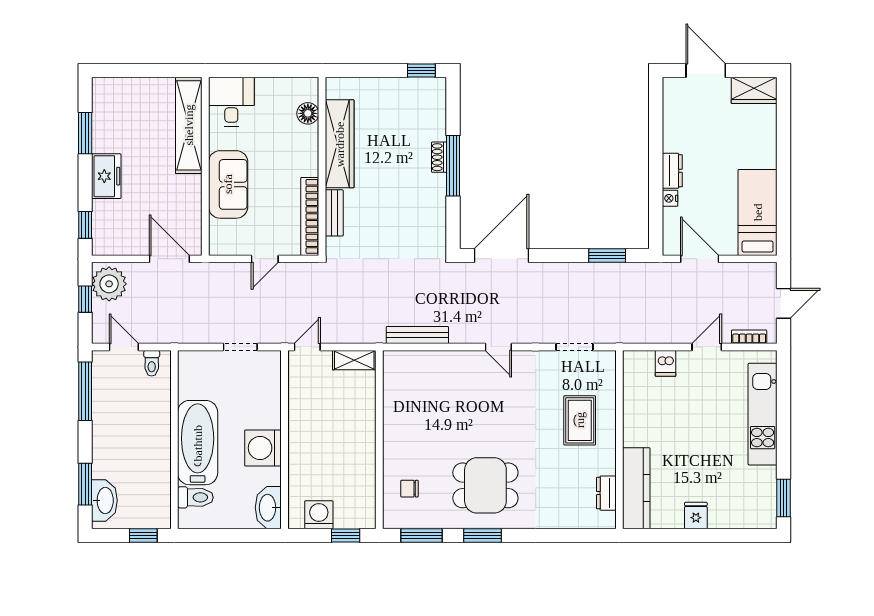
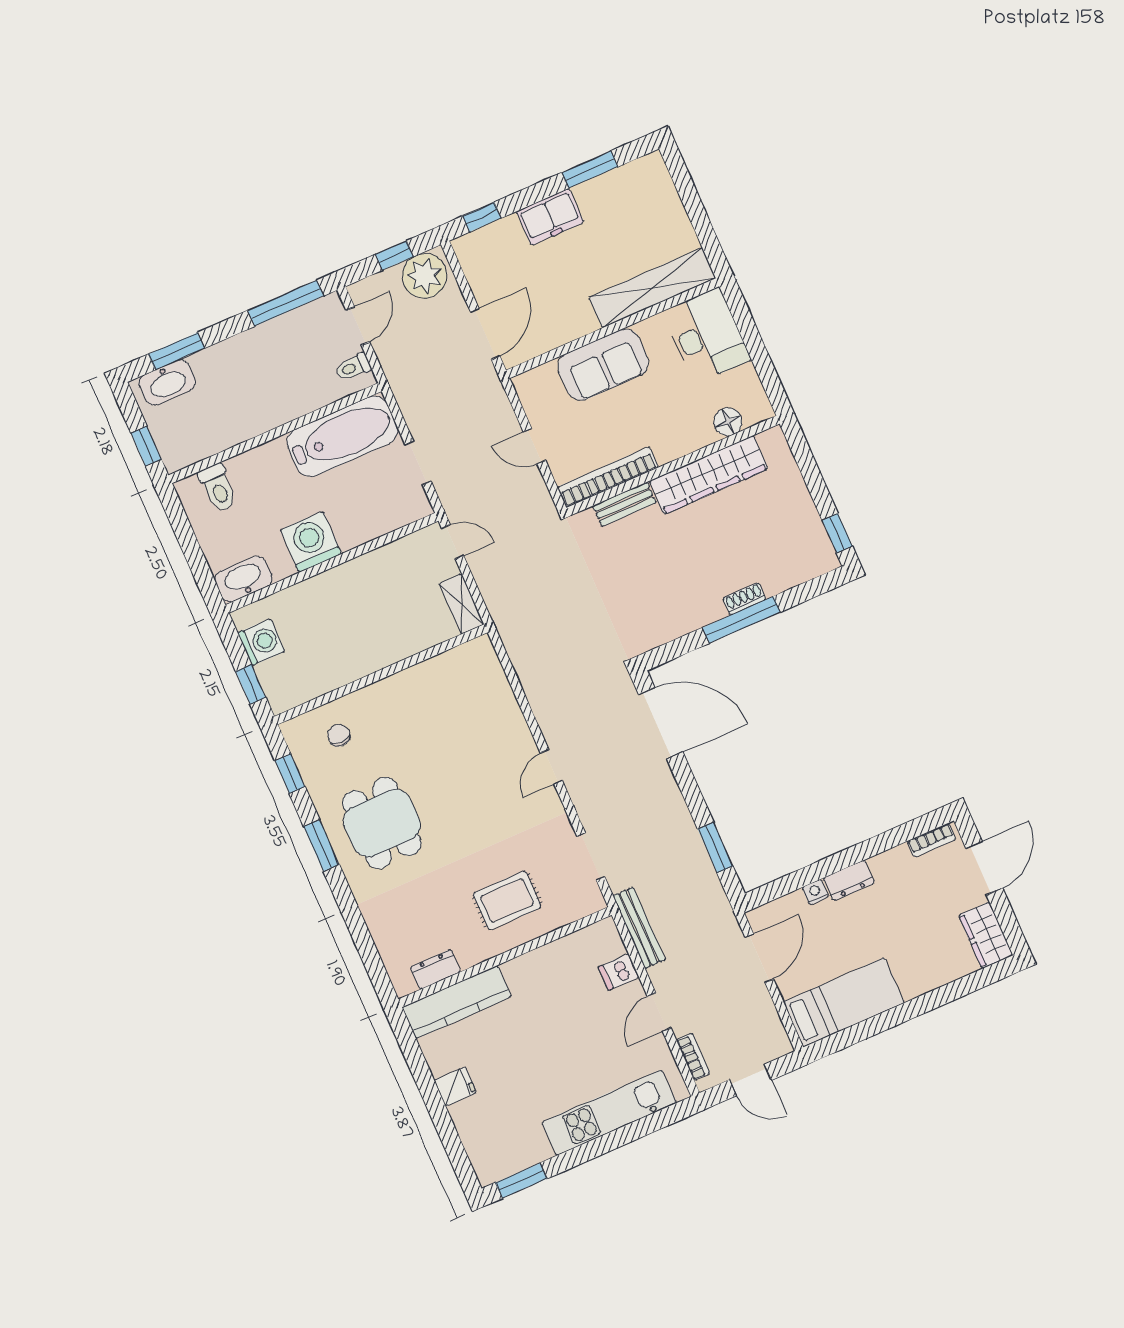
bookcase: (669, 99) -> (932, 840), added
desk: (231, 102) -> (707, 336), width x1.37
bench: (417, 335) -> (639, 928), moved
door: (707, 347) -> (659, 1012), swing flipped
bathtub: (198, 443) -> (342, 436), moved
window: (422, 535) -> (290, 774), width x0.67

